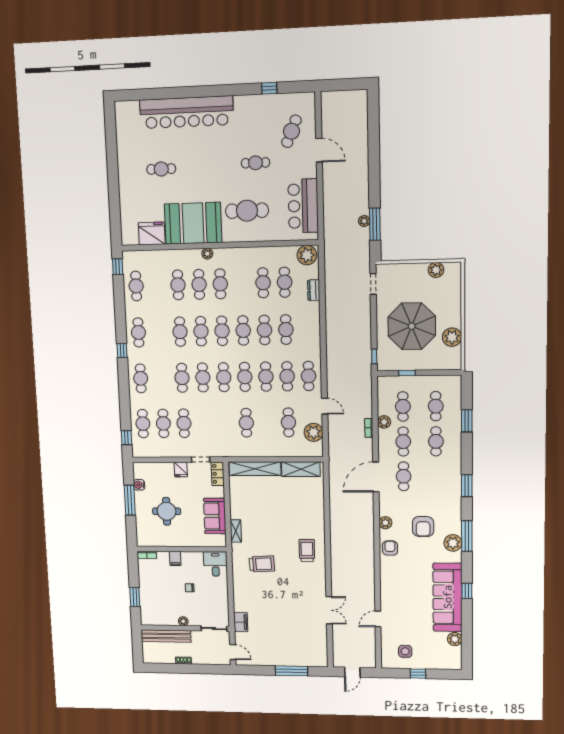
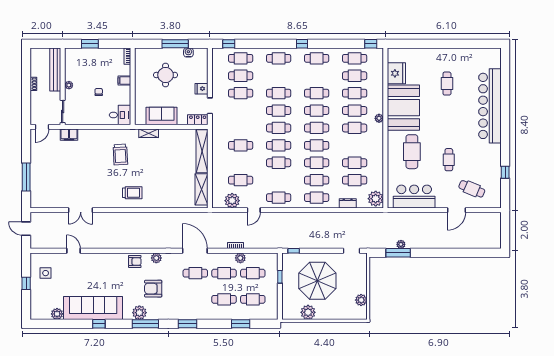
cafe table: (157, 285) -> (355, 76), added
cafe table: (287, 376) -> (317, 198), moved

